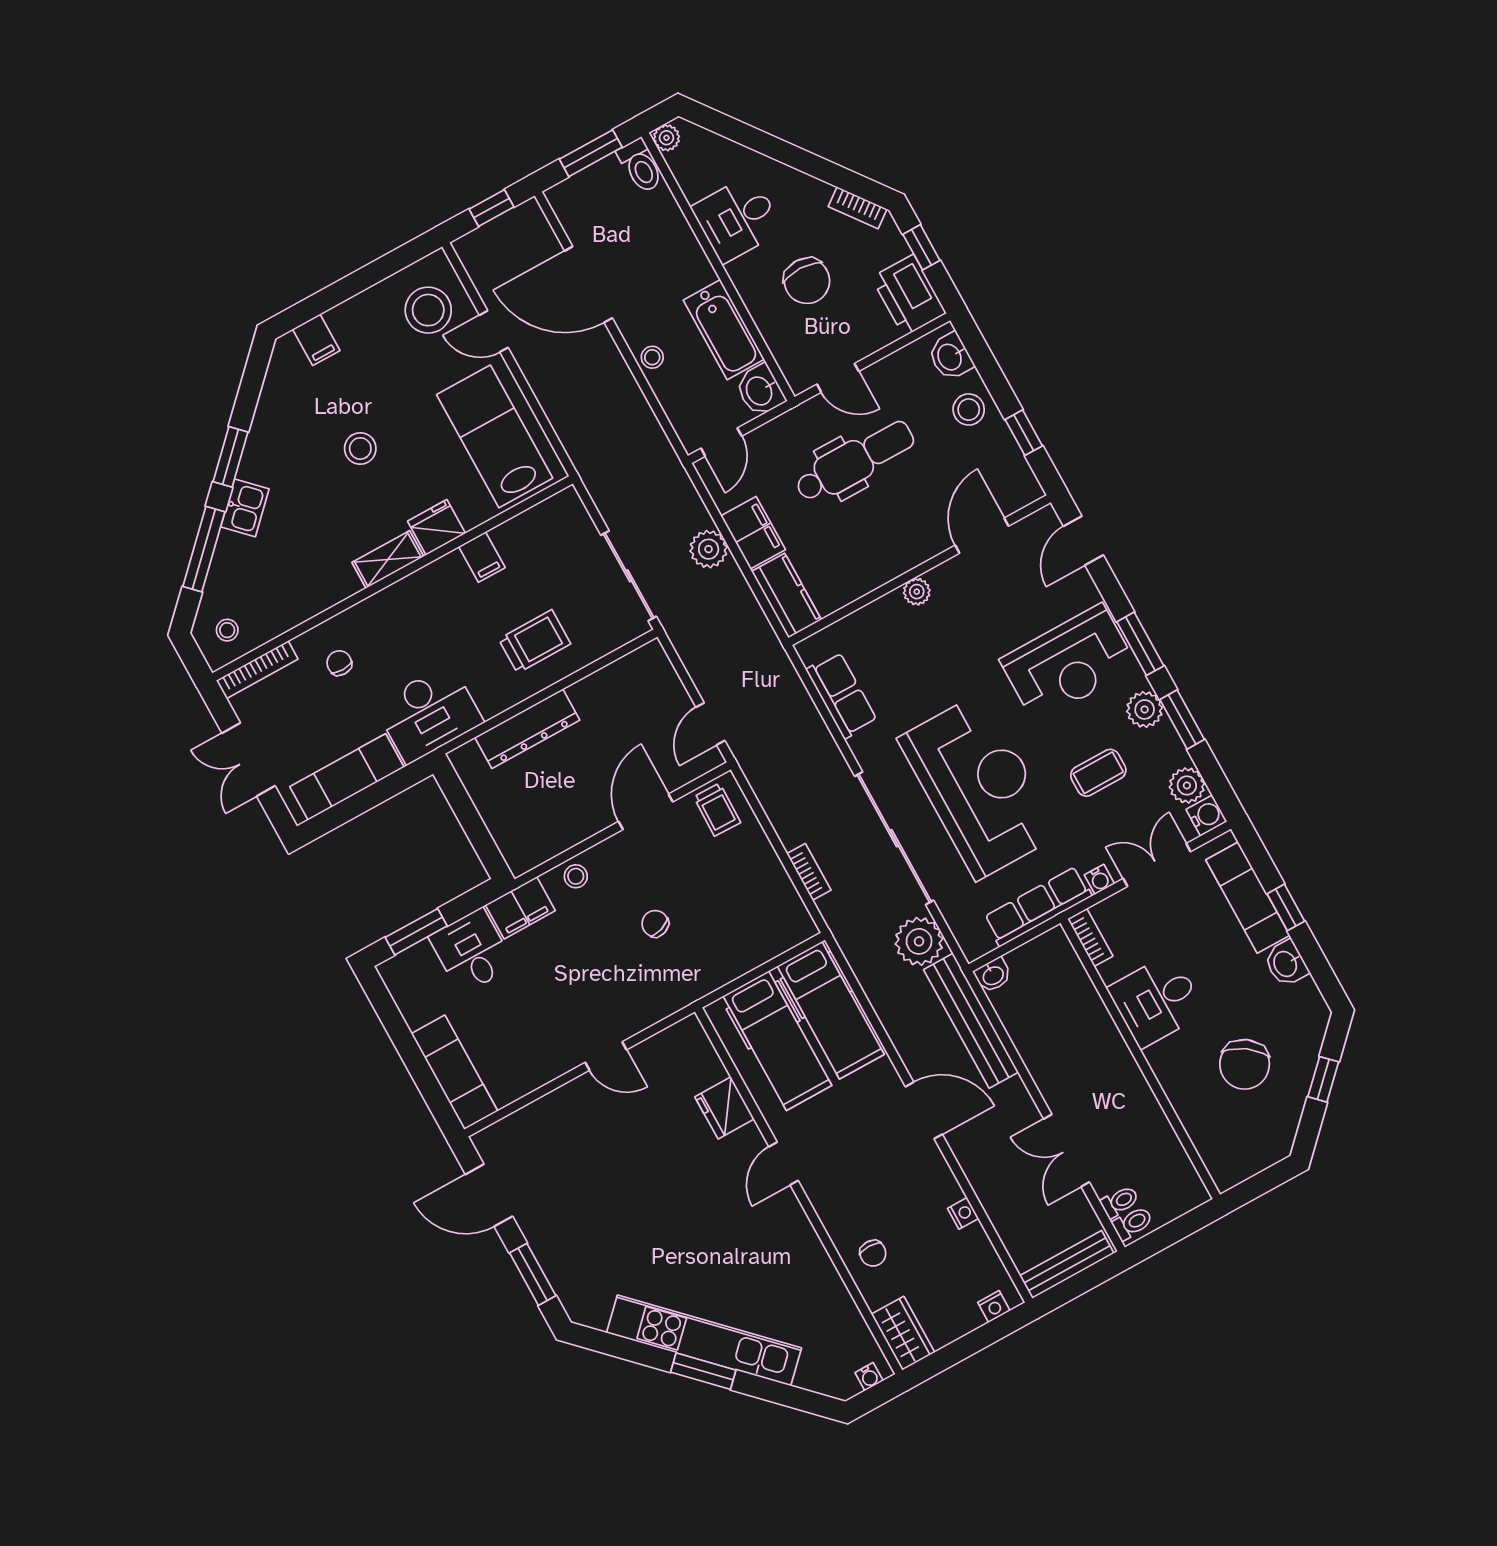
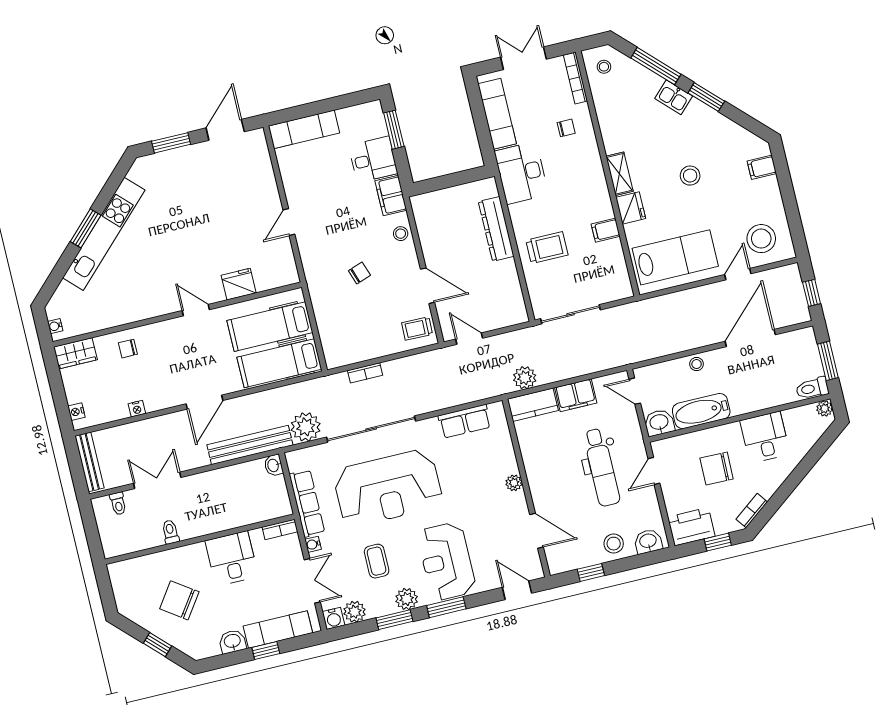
plant: (709, 549) -> (525, 378), moved
trolley: (535, 641) -> (547, 248), turned -90
toilet: (1132, 1223) -> (170, 532), moved, turned 180

